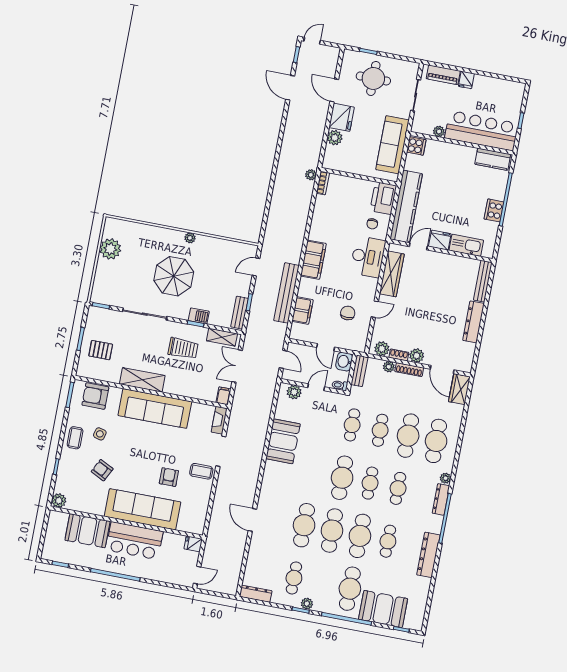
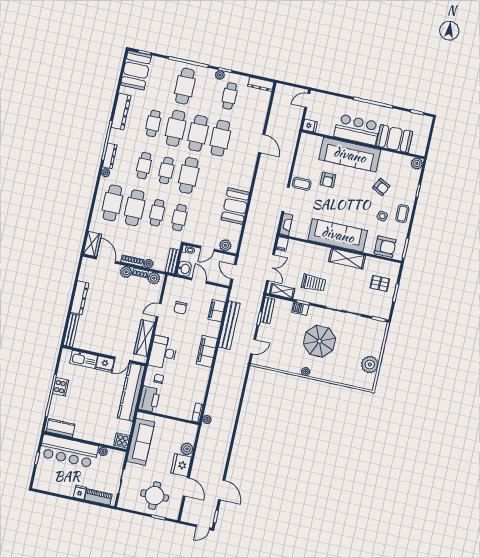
trolley: (183, 348) -> (314, 283), turned 180
booth: (383, 609) -> (136, 70), moved, turned 90

